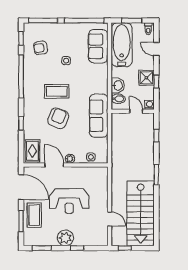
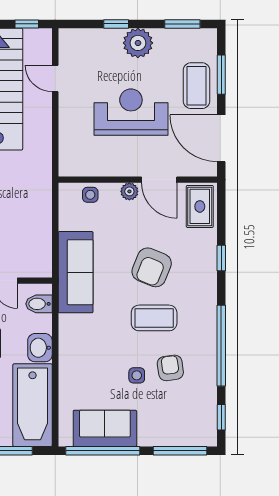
sofa: (98, 46) -> (105, 428), moved, turned -90
armchair: (41, 48) -> (170, 368), moved, turned -89
washbasin: (118, 85) -> (40, 348), moved

